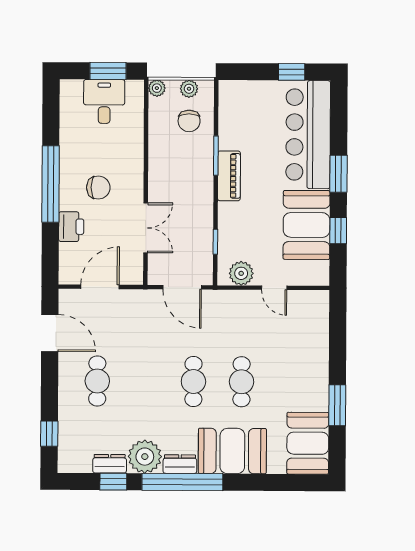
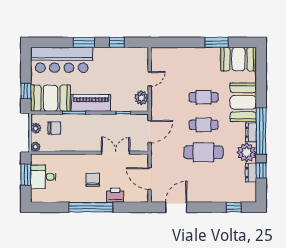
window: (292, 72) -> (26, 91), moved
piano: (229, 176) -> (91, 103), width x1.37, depth x1.33
booth: (307, 225) -> (51, 98), moved
cafe table: (97, 381) -> (204, 152), moved, width x1.37, depth x1.35

